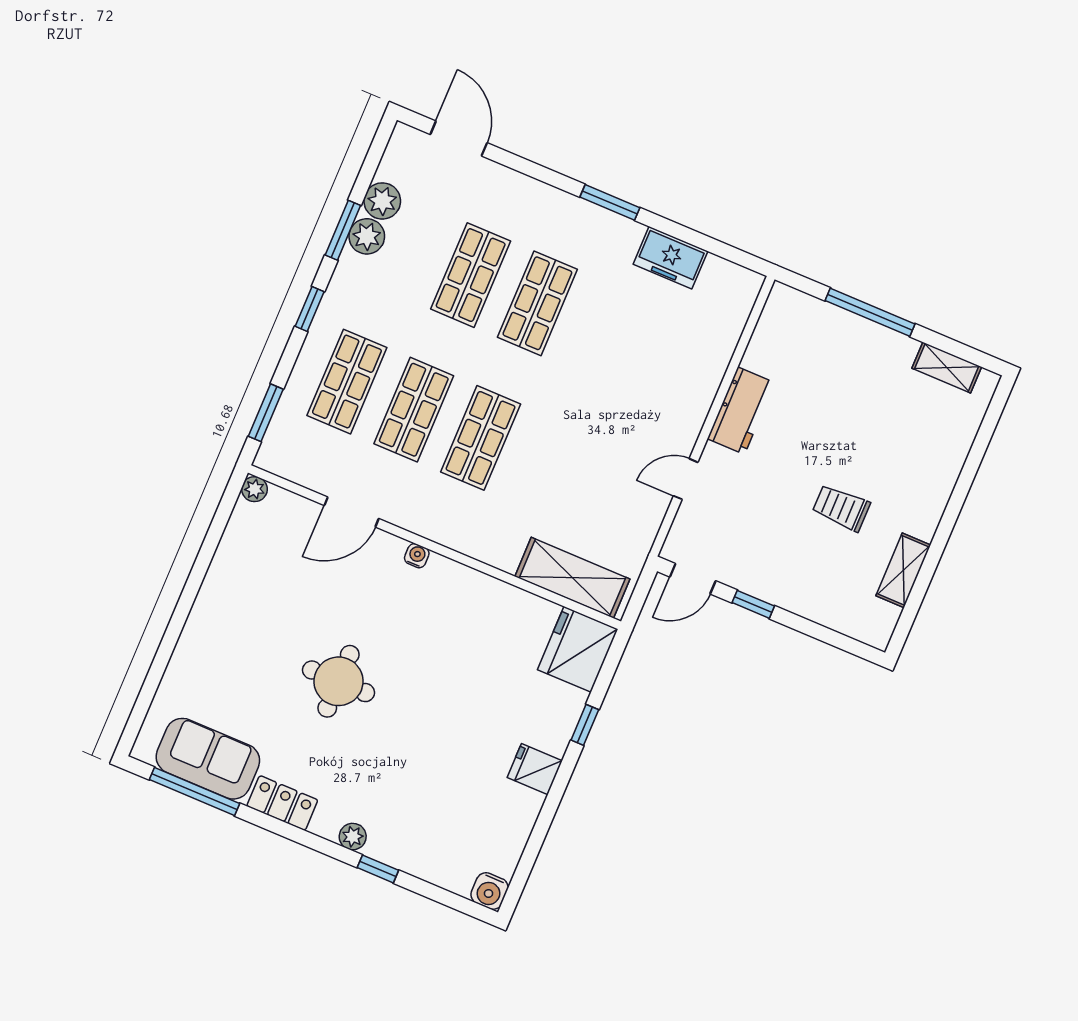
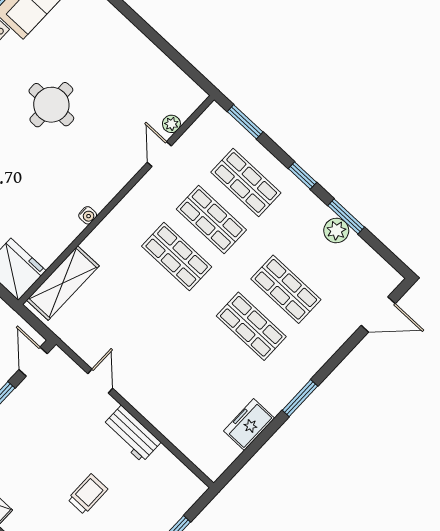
plant: (382, 201) -> (356, 249), removed
plant: (254, 489) -> (171, 124), moved
trolley: (841, 508) -> (88, 494), moved
door: (352, 512) -> (159, 154), width x0.73
water cooler: (417, 556) -> (88, 215), moved

